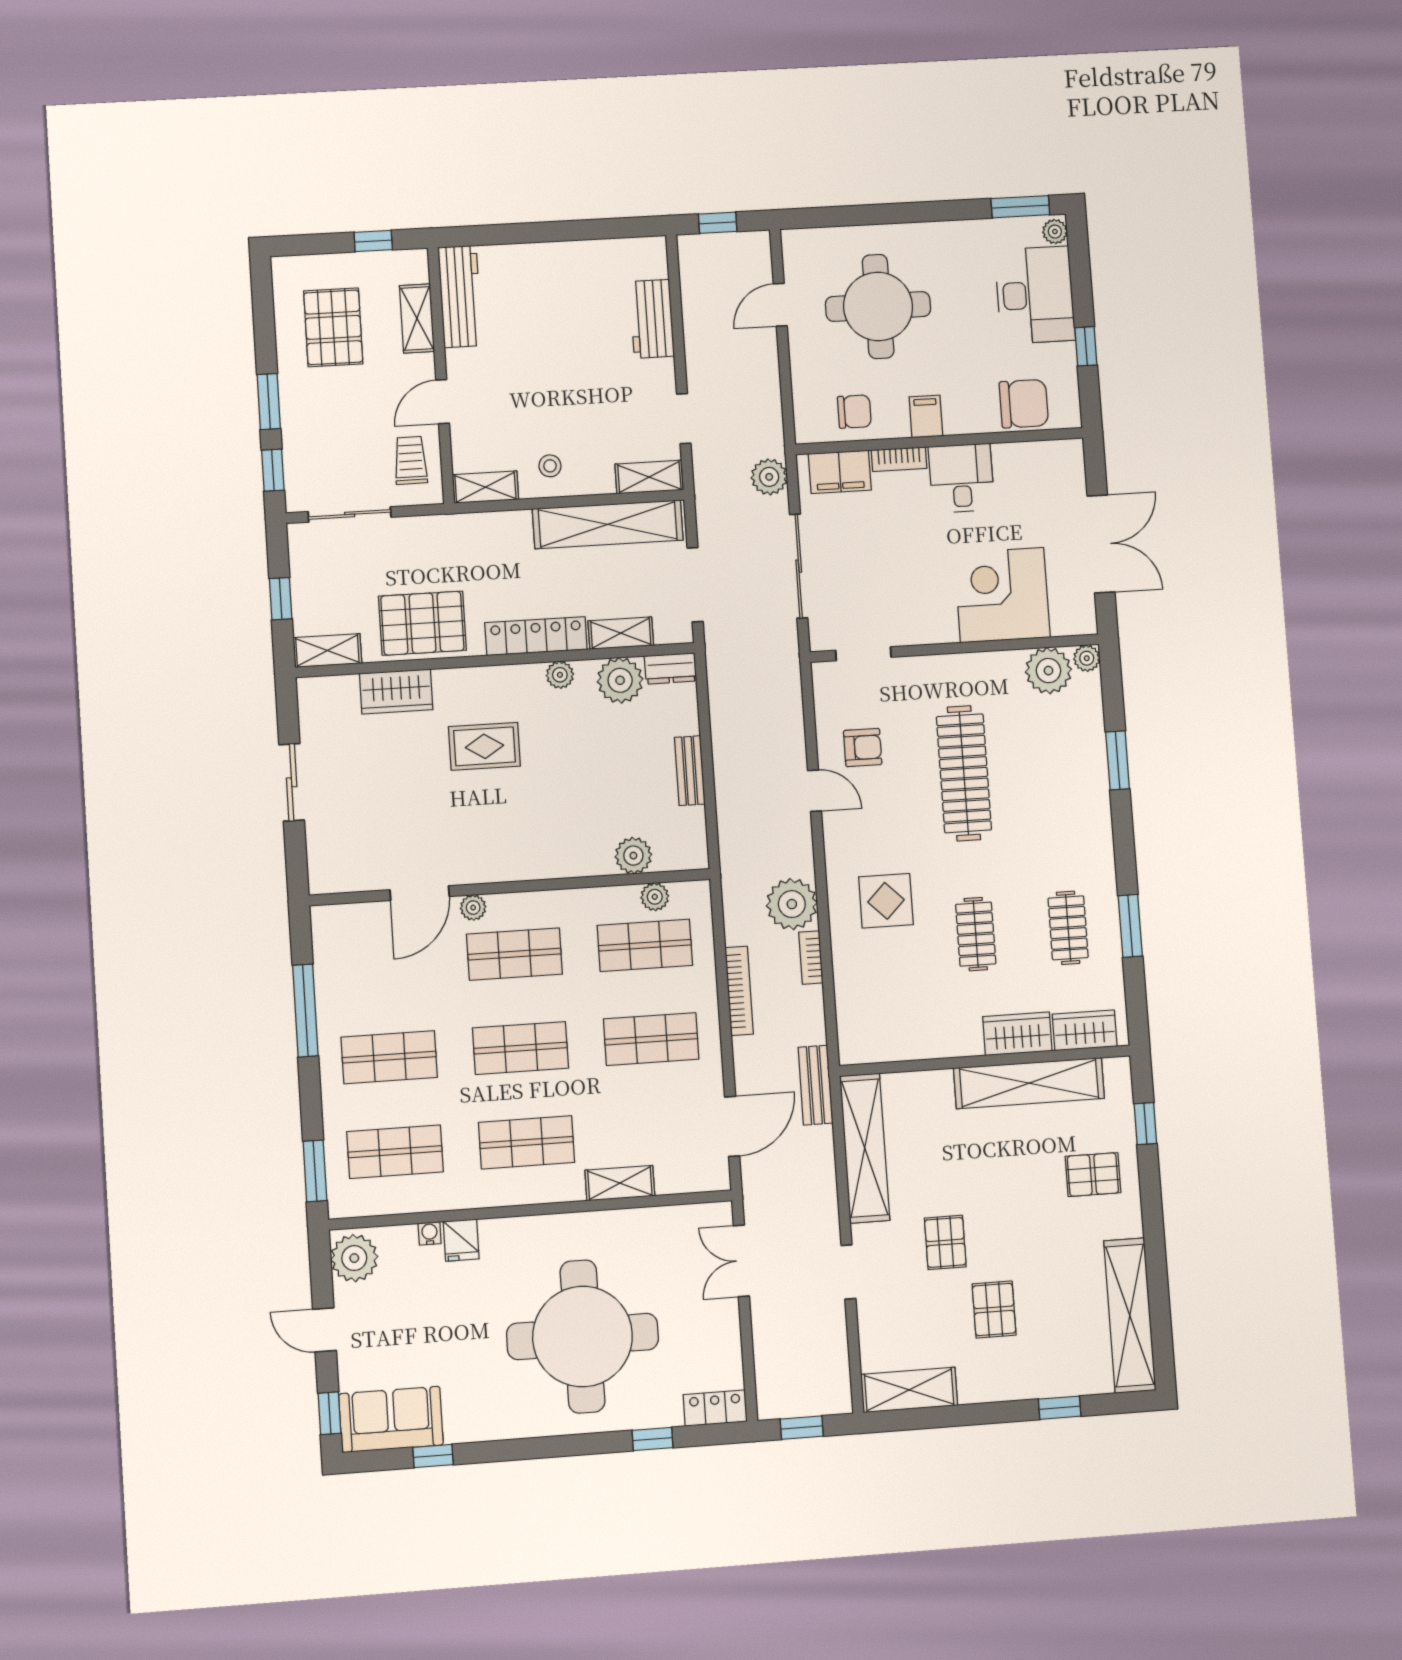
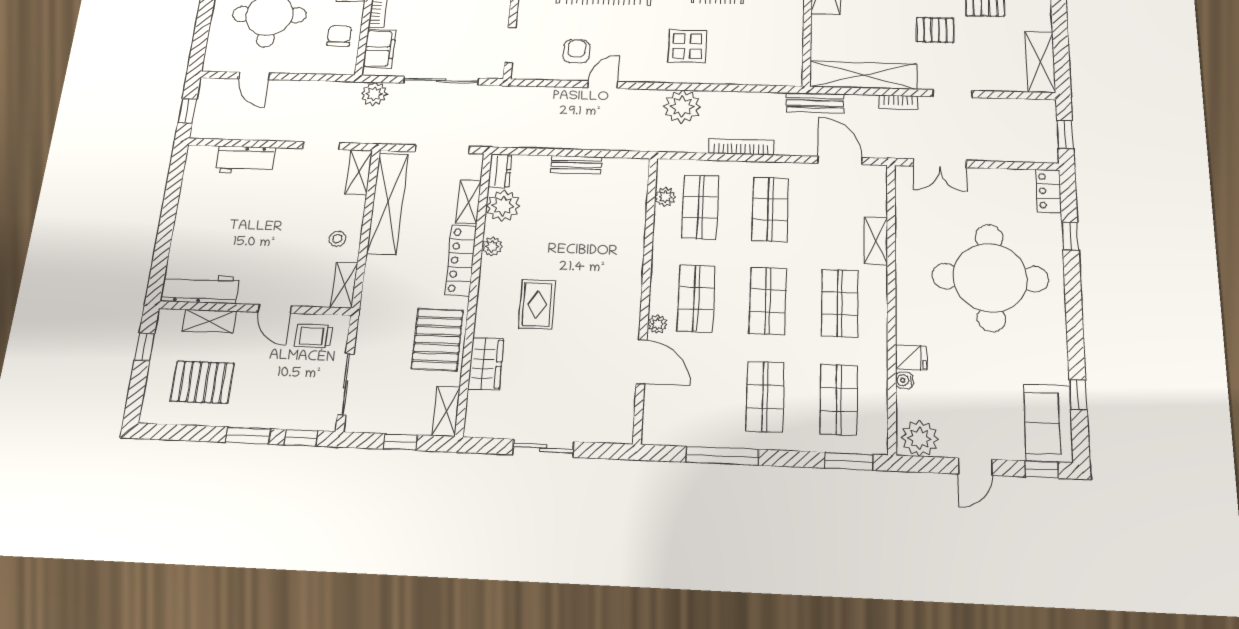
plant: (633, 856) -> (633, 209), removed
bookcase: (811, 957) -> (898, 102), moved

